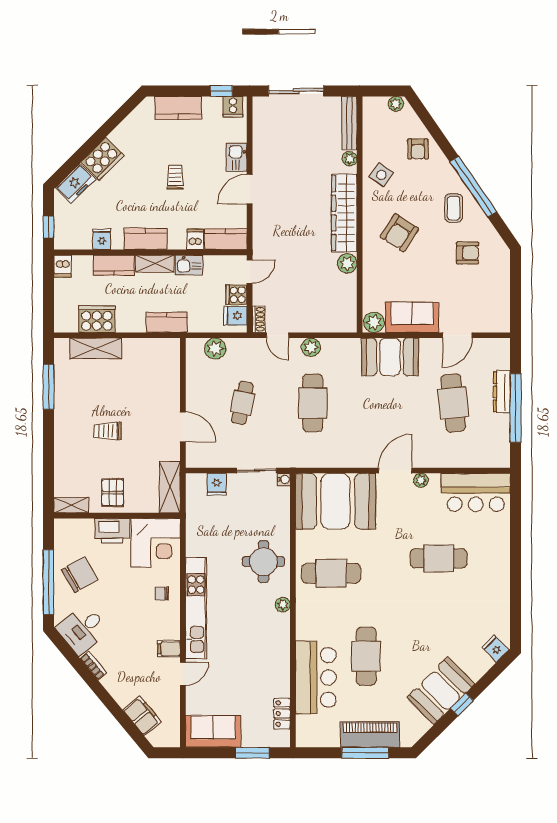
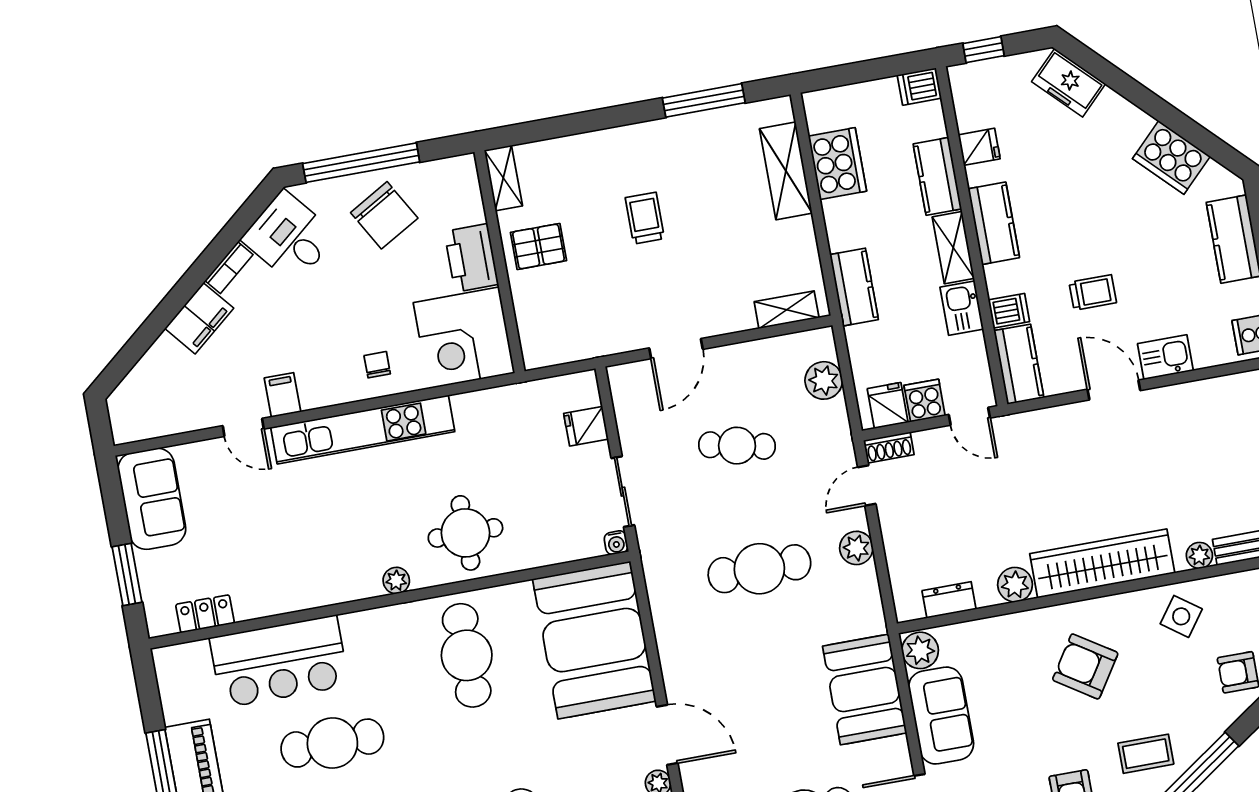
cooker: (102, 159) -> (1171, 158), moved
trolley: (175, 177) -> (1093, 293), moved
dresser: (349, 301) -> (949, 600), added
shelving: (170, 487) -> (787, 310), moved, width x0.67, depth x0.75
filing cabinet: (142, 716) -> (199, 318), moved

